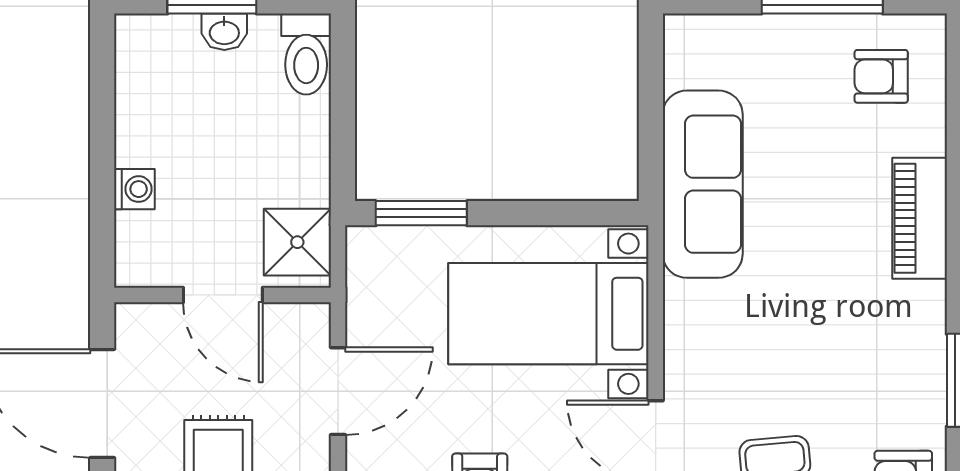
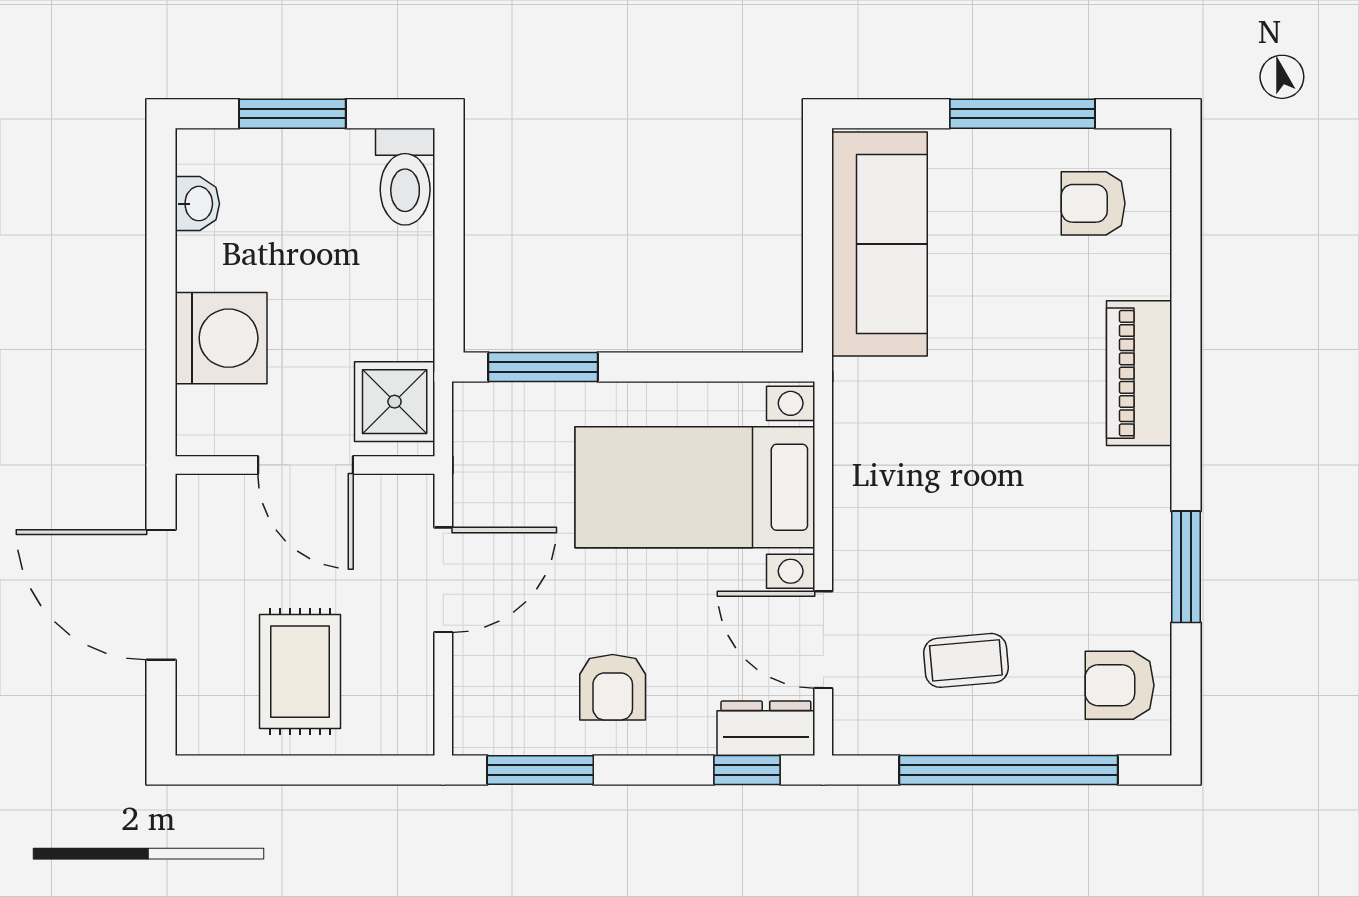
washbasin: (224, 32) -> (197, 204), moved, turned -90
sofa: (703, 184) -> (880, 244), moved
washing machine: (134, 189) -> (221, 338), width x1.89, depth x1.89

